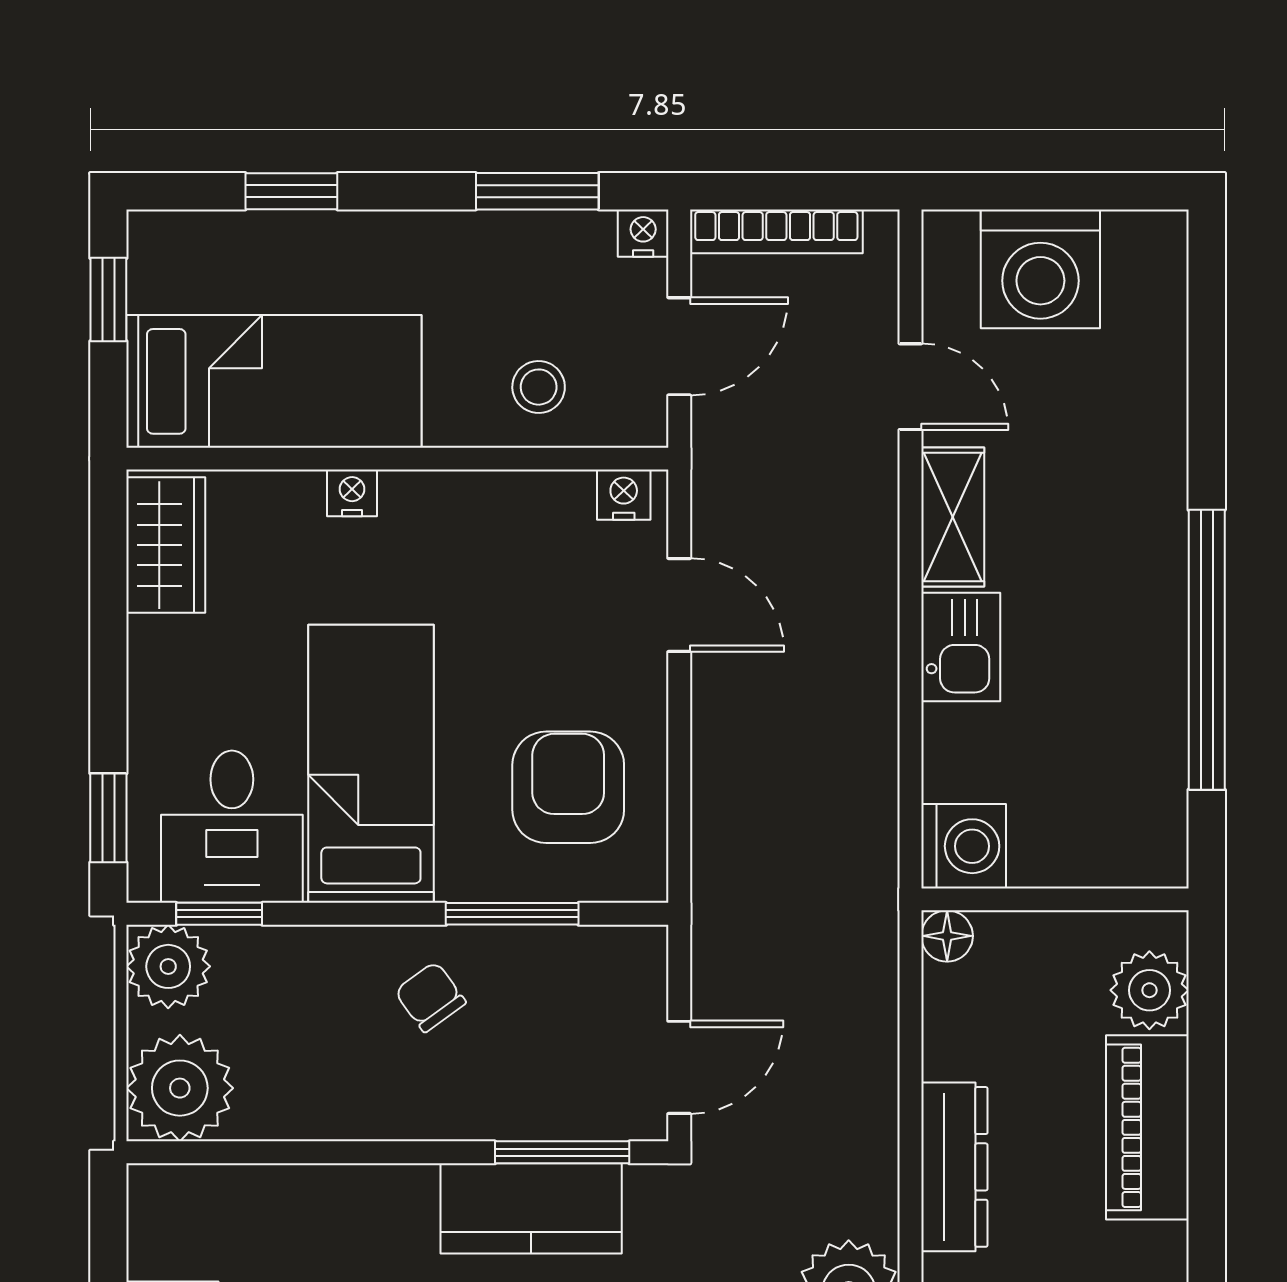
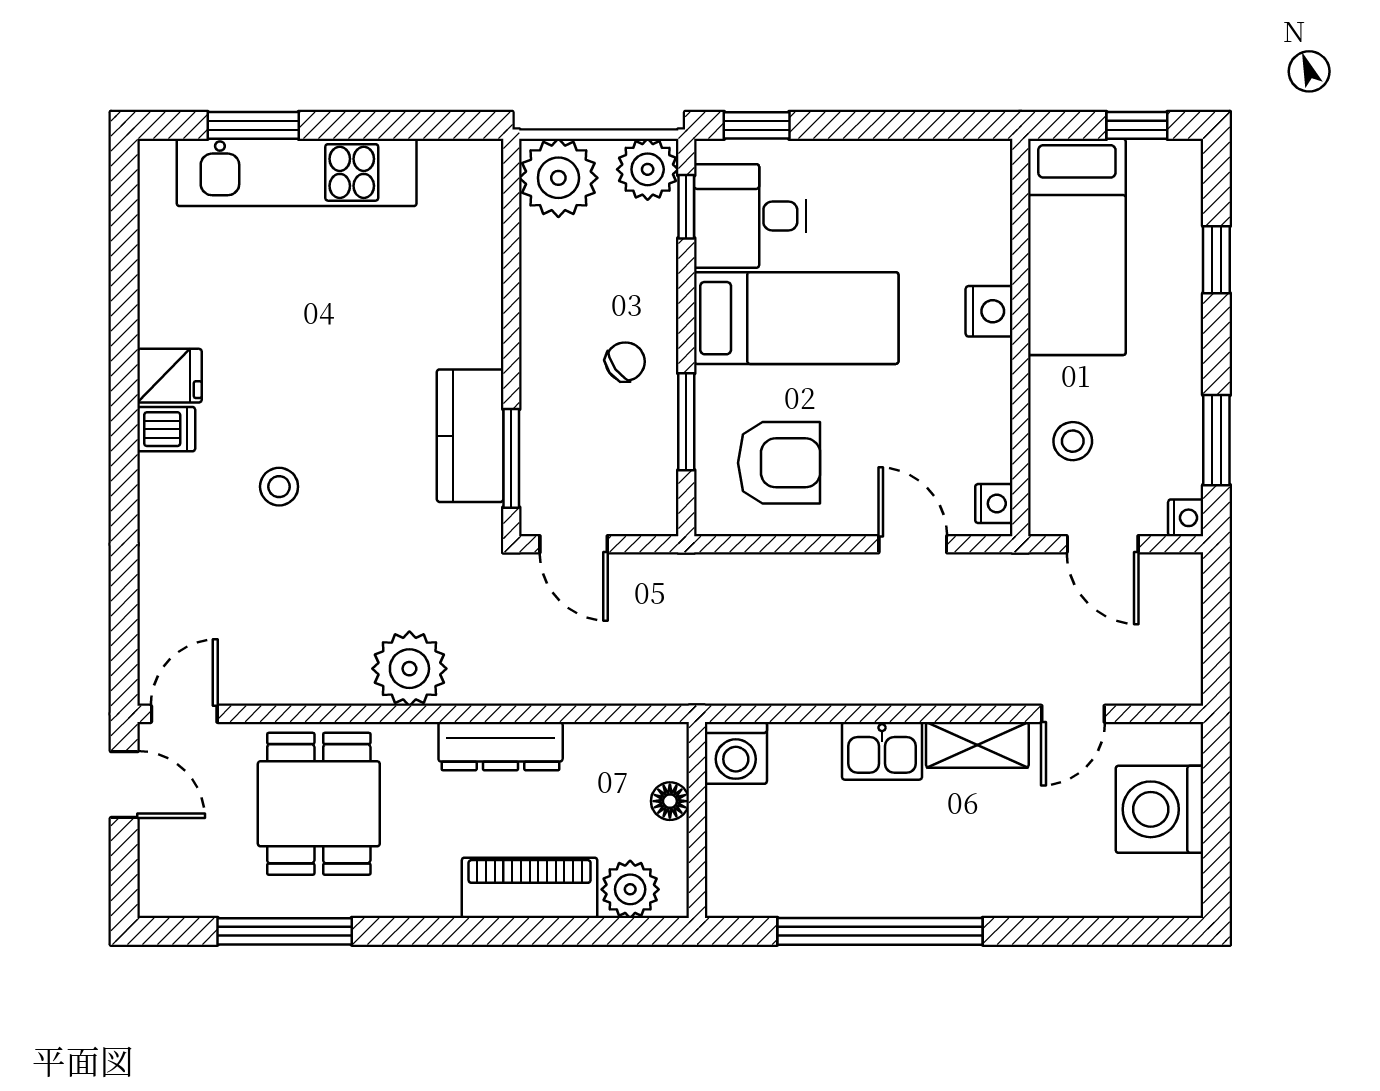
bookcase: (776, 231) -> (1187, 616), removed
nightstand: (352, 493) -> (989, 311), width x1.39, depth x1.35
wardrobe: (166, 545) -> (957, 168), removed
door: (679, 605) -> (913, 544), swing flipped
floor lamp: (947, 936) -> (670, 801), moved

